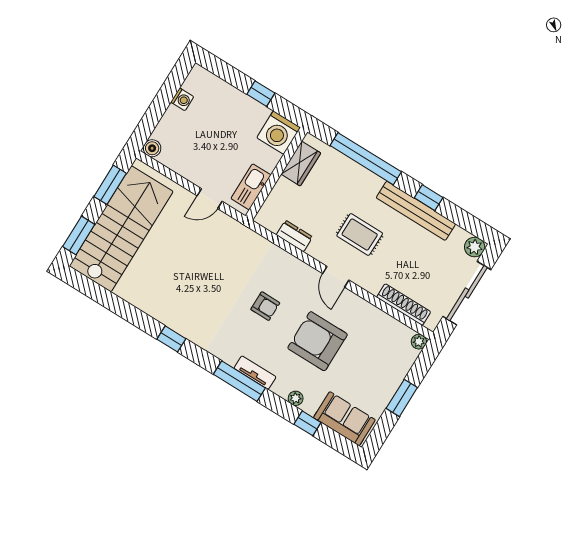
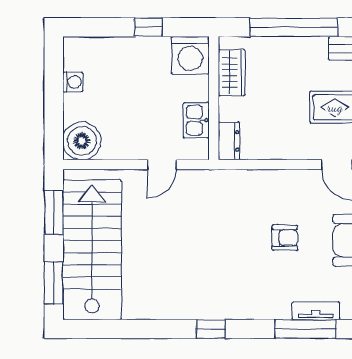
boiler: (152, 148) -> (82, 141), width x1.86, depth x1.86
kitchen sink: (251, 187) -> (196, 120), width x0.73
dresser: (294, 236) -> (229, 141), moved, turned 90

